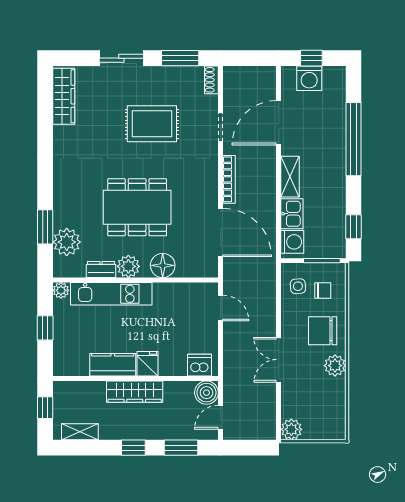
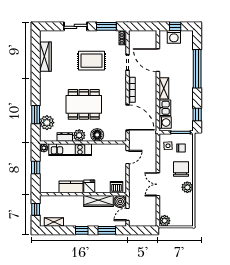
wardrobe: (64, 96) -> (45, 57), moved
door: (279, 123) -> (158, 60), hinge flipped
door: (221, 308) -> (127, 157), hinge flipped
chair: (323, 331) -> (181, 169), turned 90
wardrobe: (135, 392) -> (98, 201), moved

